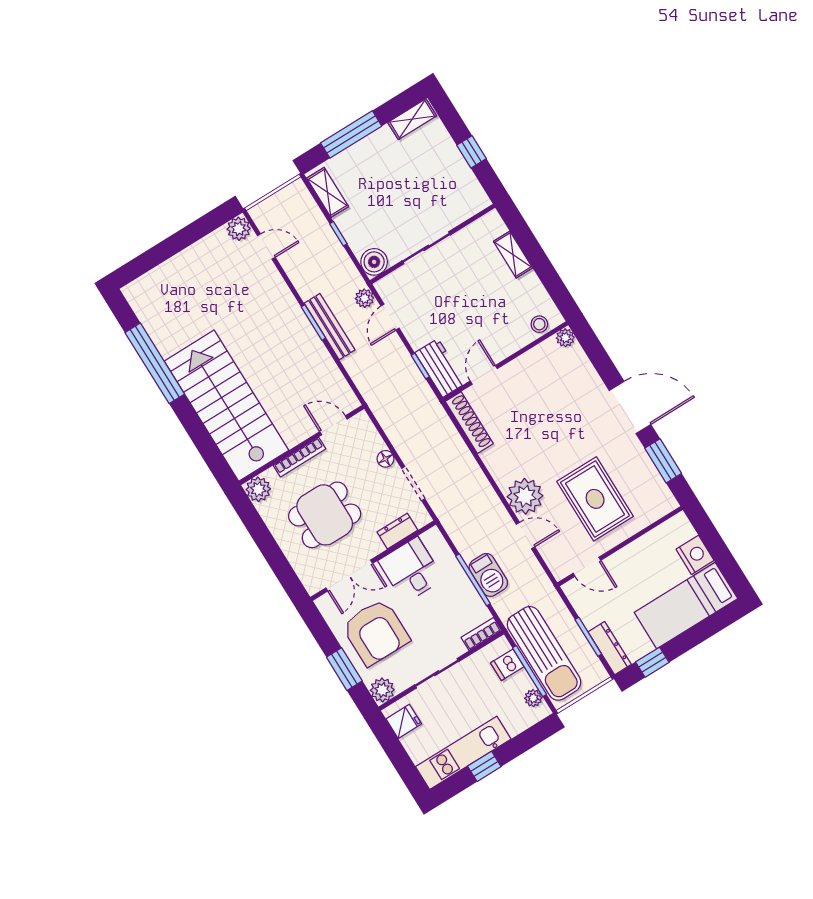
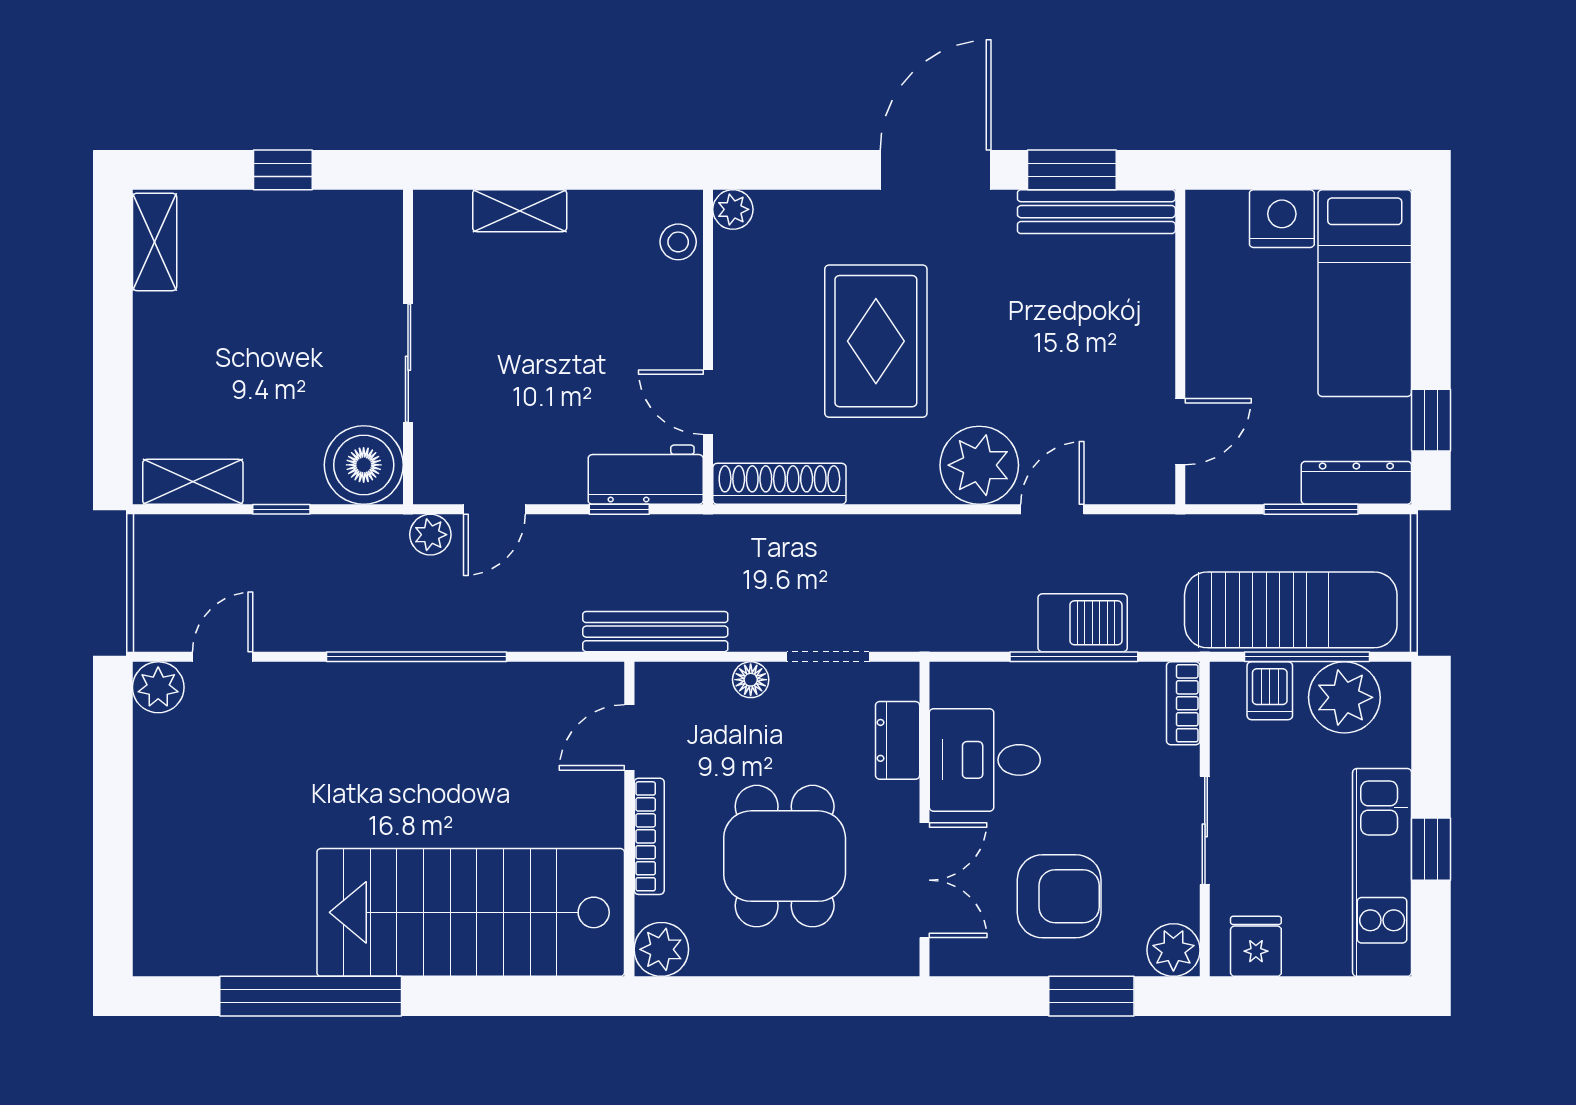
window: (351, 134) -> (113, 372), removed
boiler: (374, 262) -> (364, 465), width x1.37, depth x1.37
door: (390, 317) -> (494, 509), hinge flipped
window: (313, 322) -> (417, 657), width x2.11
bench: (330, 327) -> (655, 632), moved
bench: (653, 481) -> (1096, 212), added
rug: (595, 499) -> (876, 341), moved, turned 90
armchair: (376, 632) -> (1059, 896), width x0.73, depth x0.73
plant: (533, 698) -> (1344, 697), width x1.88, depth x1.88

